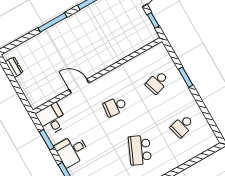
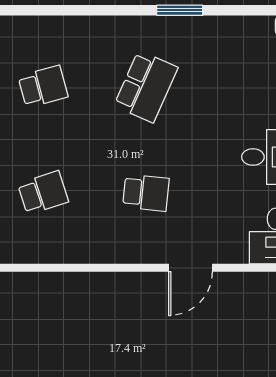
door: (79, 86) -> (191, 268), hinge flipped

